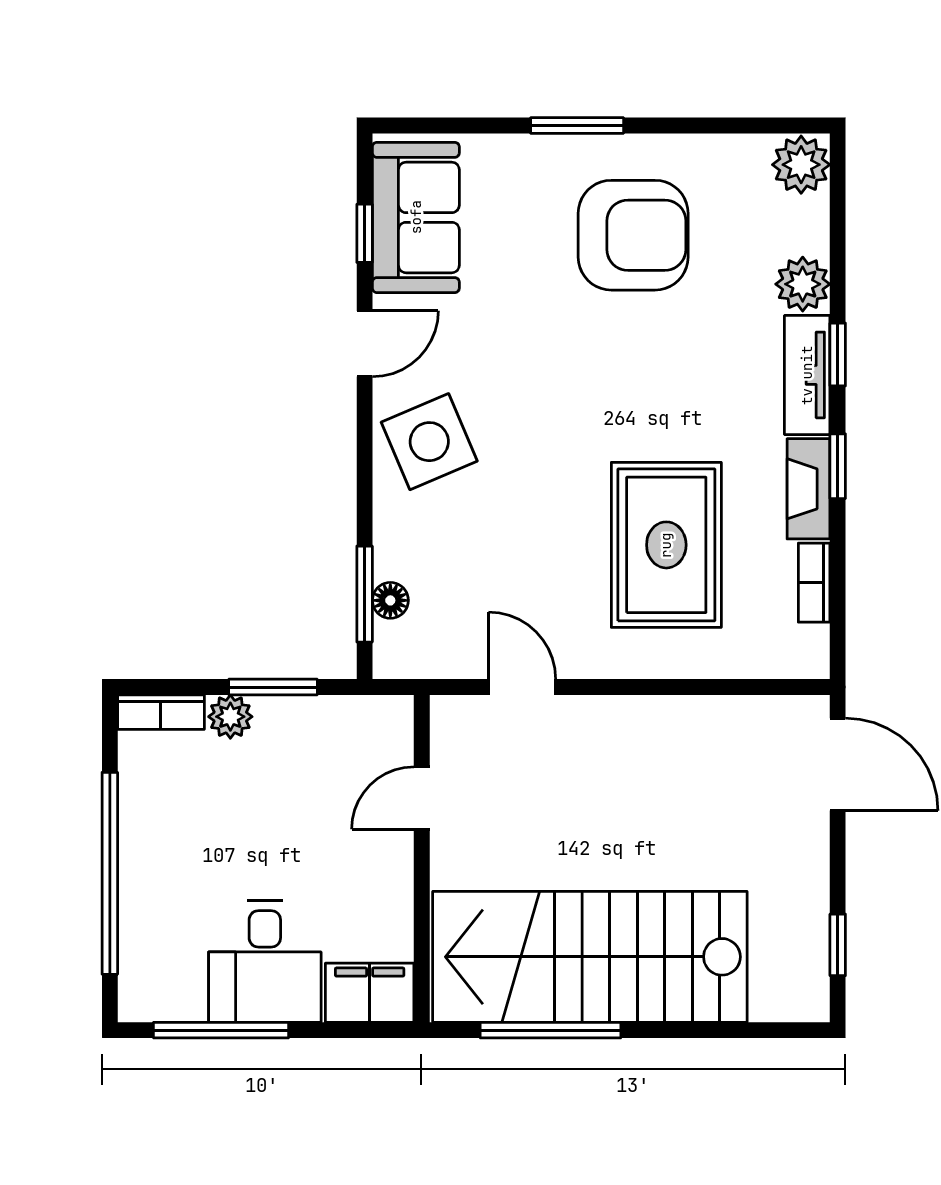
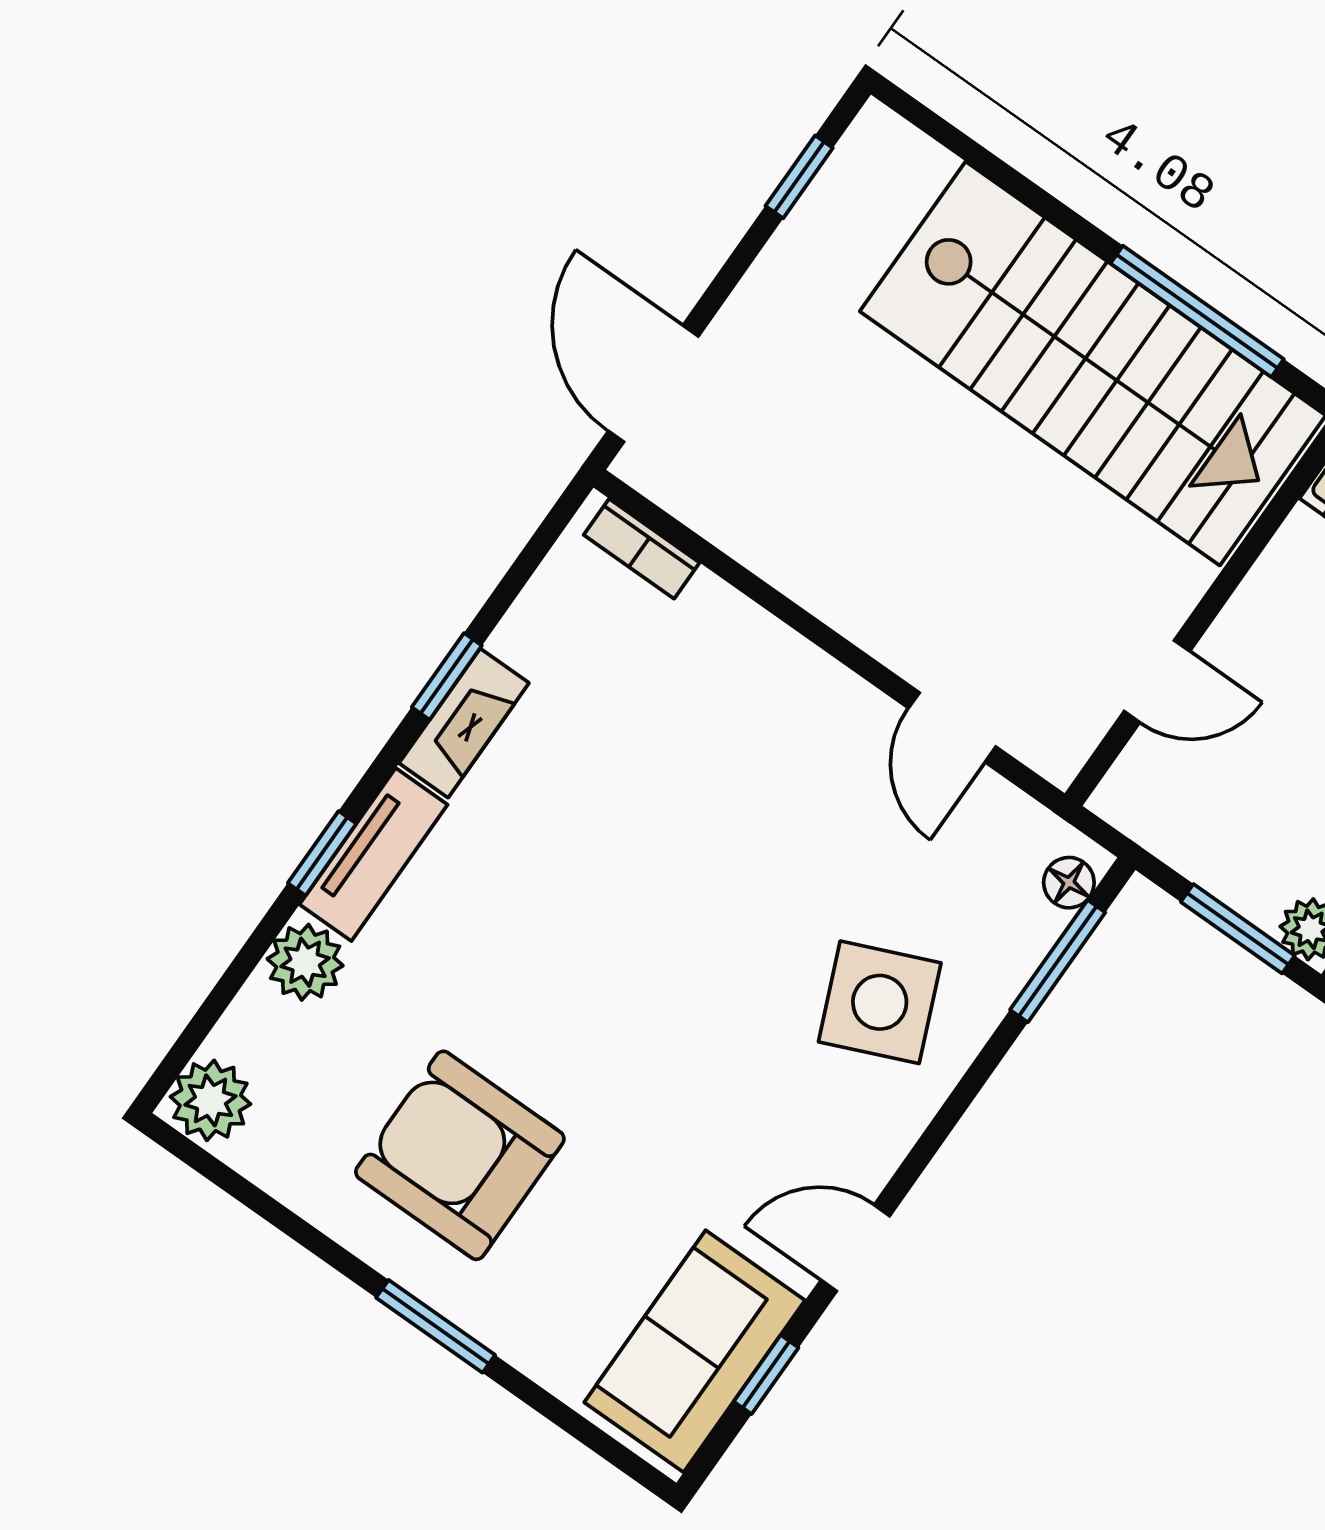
side table: (429, 442) -> (880, 1002), moved
window: (838, 466) -> (447, 676), moved
rug: (666, 545) -> (672, 774), removed
bookcase: (814, 583) -> (642, 549), moved, turned 90
floor lamp: (390, 600) -> (1069, 883), moved

